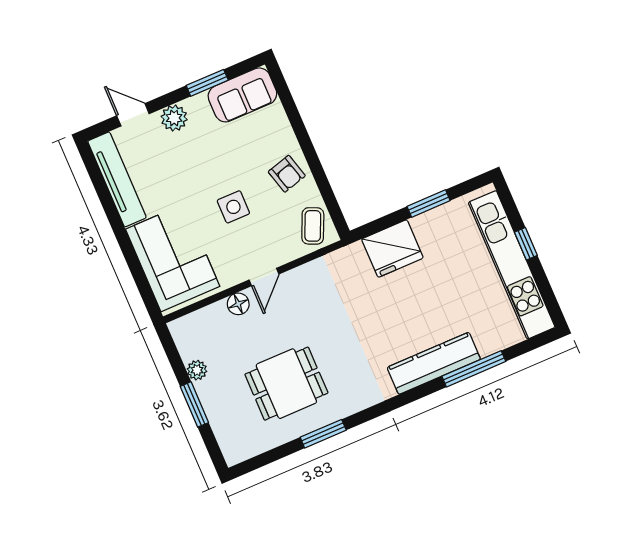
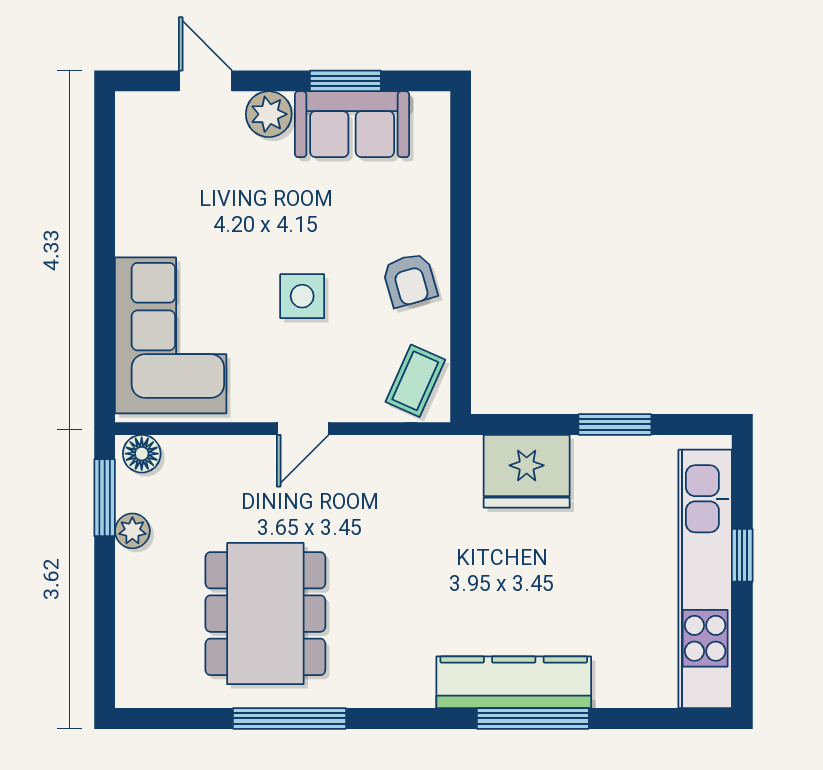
sofa: (242, 95) -> (352, 124), moved
tv unit: (117, 179) -> (136, 173), removed
floor lamp: (238, 304) -> (142, 454), moved
window: (474, 369) -> (533, 718), moved
dining table: (286, 384) -> (265, 614), width x1.37
window: (194, 404) -> (105, 498), moved
window: (323, 434) -> (290, 718), width x1.44

